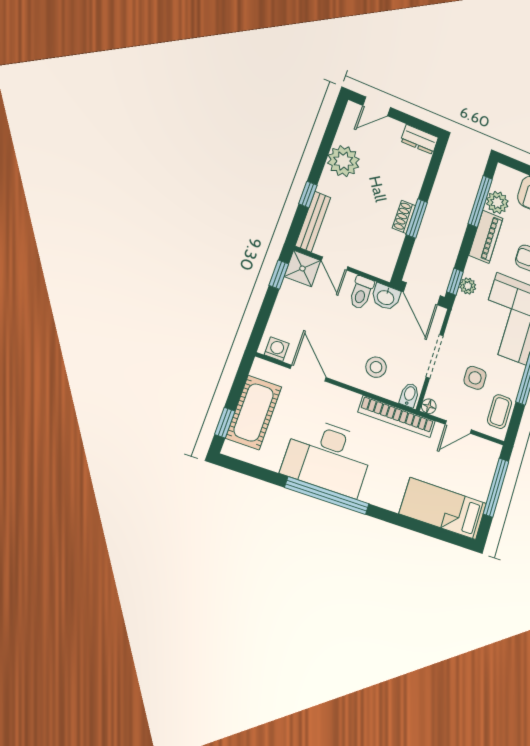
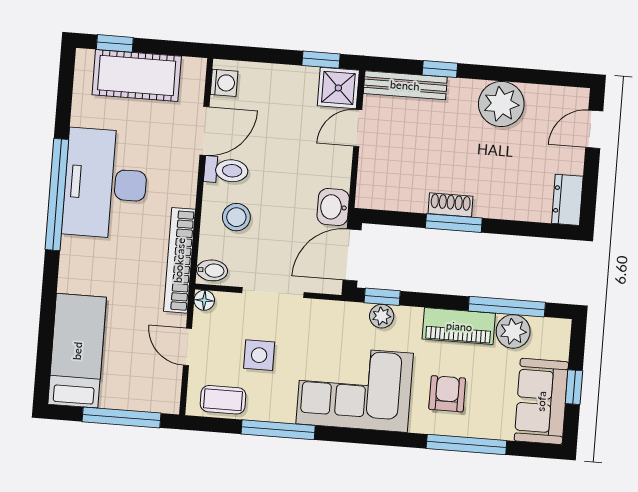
door: (377, 106) -> (594, 129), hinge flipped
toilet: (361, 293) -> (226, 170), moved, turned 180

